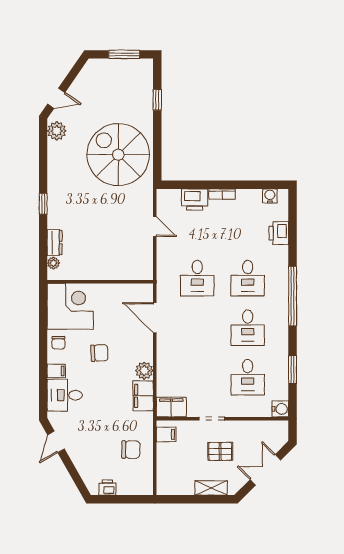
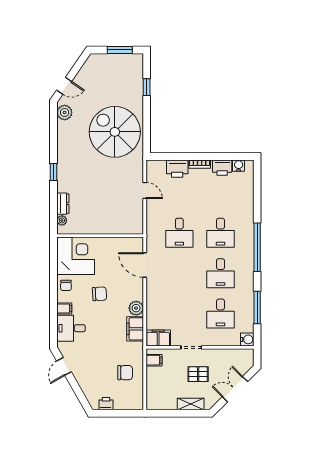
printer: (279, 233) -> (222, 168), moved, turned -90
window: (293, 370) -> (257, 307), width x1.44

